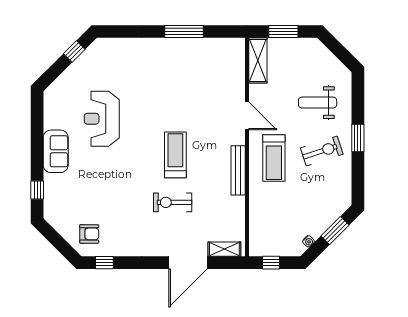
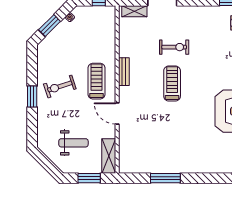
weight bench: (318, 103) -> (73, 143), moved
treadmill: (175, 155) -> (172, 83), turned 180
bench: (238, 170) -> (124, 72), width x0.73

